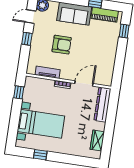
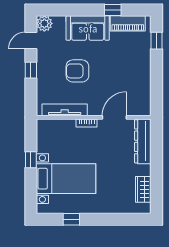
armchair: (62, 45) -> (77, 71), turned 180
tv unit: (48, 72) -> (65, 110), width x1.41
window: (19, 92) -> (31, 160), moved

